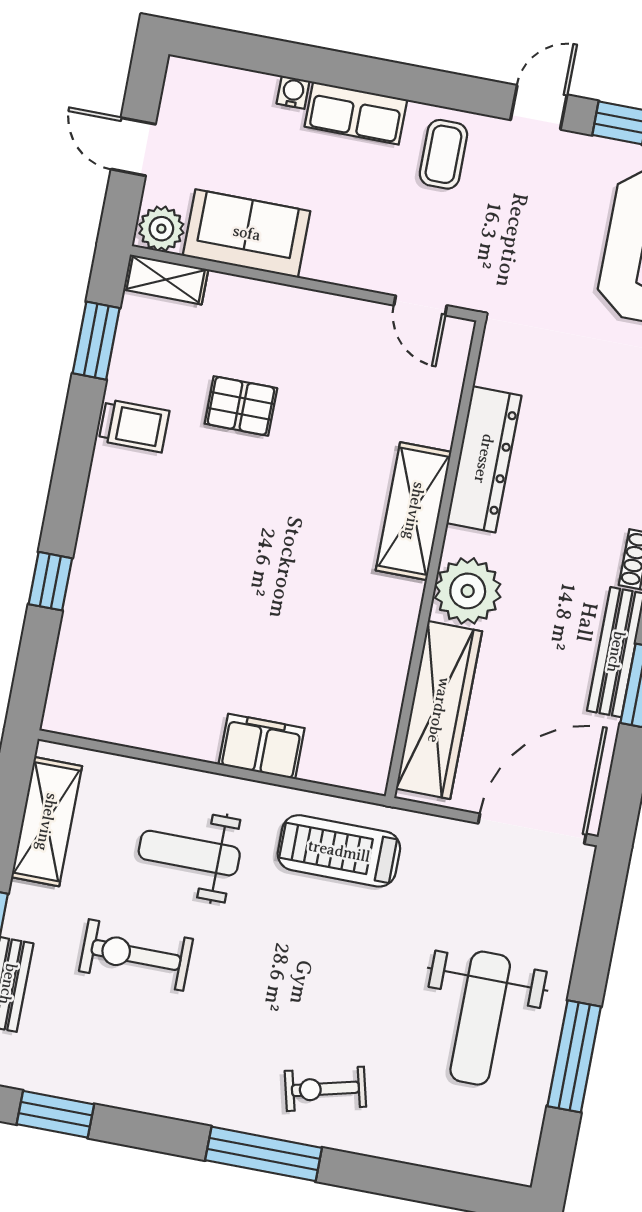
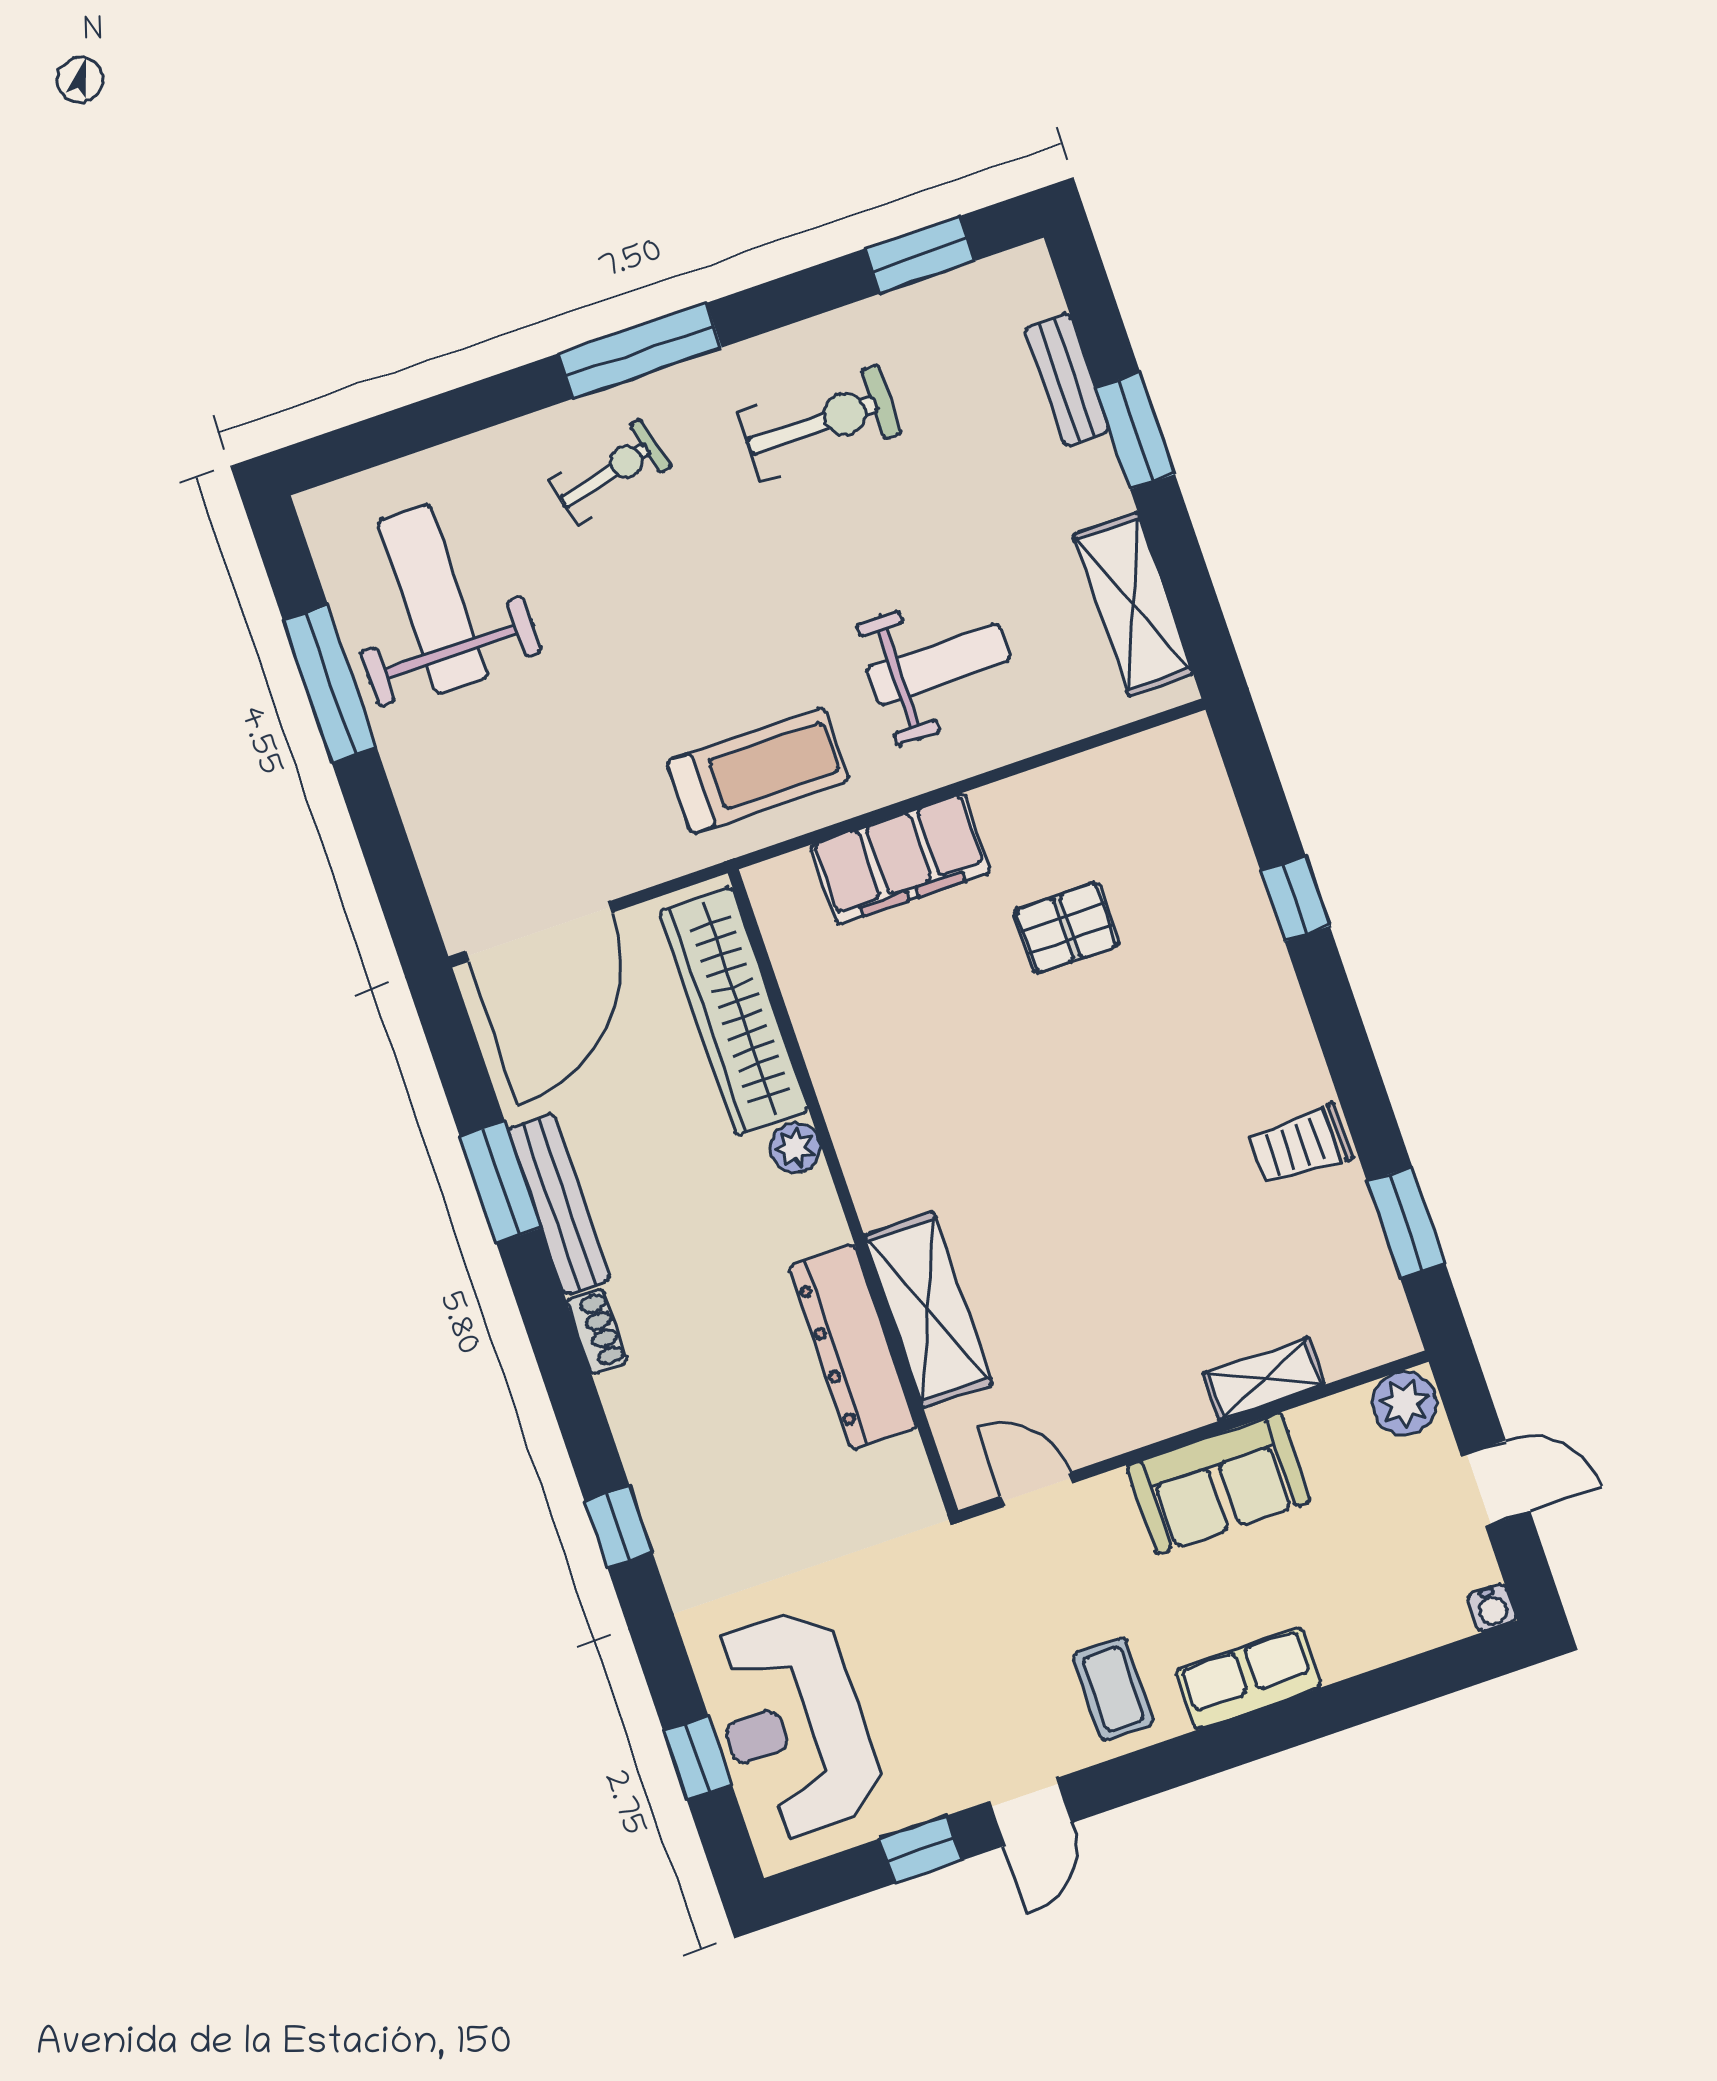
water cooler: (293, 92) -> (1492, 1608), moved
sofa: (247, 233) -> (1219, 1484), moved
shelving: (166, 279) -> (1264, 1379), moved
pallet: (241, 406) -> (1066, 928), moved
shelving: (414, 511) -> (928, 1310), moved
plant: (468, 591) -> (795, 1148), width x0.53, depth x0.53
filing cabinet: (262, 746) -> (900, 859), width x1.50, depth x1.17
exercise bike: (136, 955) -> (819, 423), moved
weight bench: (480, 1018) -> (433, 599), moved

